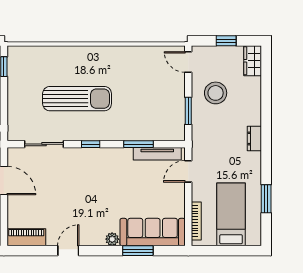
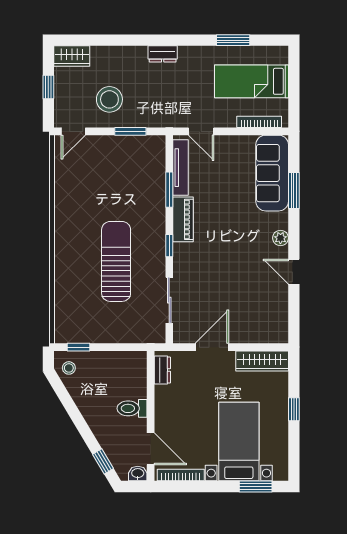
piano: (26, 237) -> (183, 219), moved, turned 180
plant: (112, 239) -> (280, 238), moved

